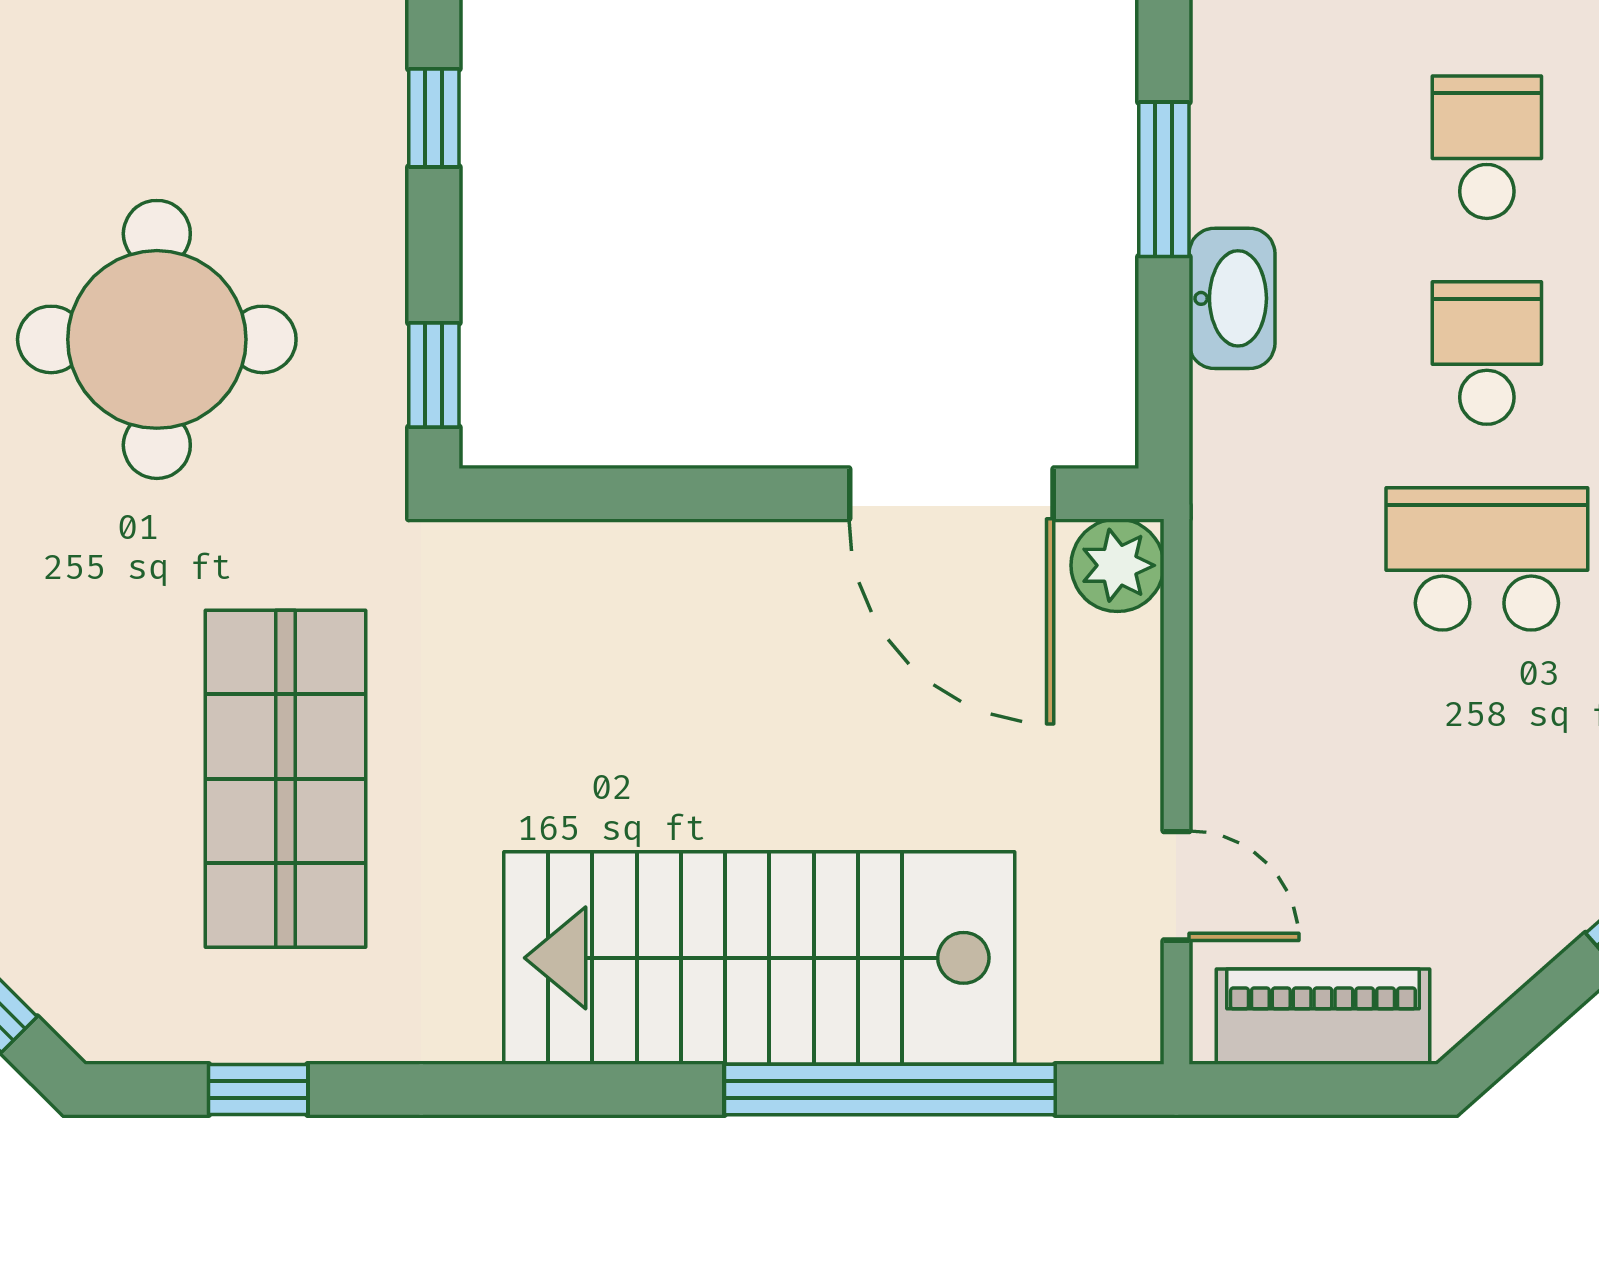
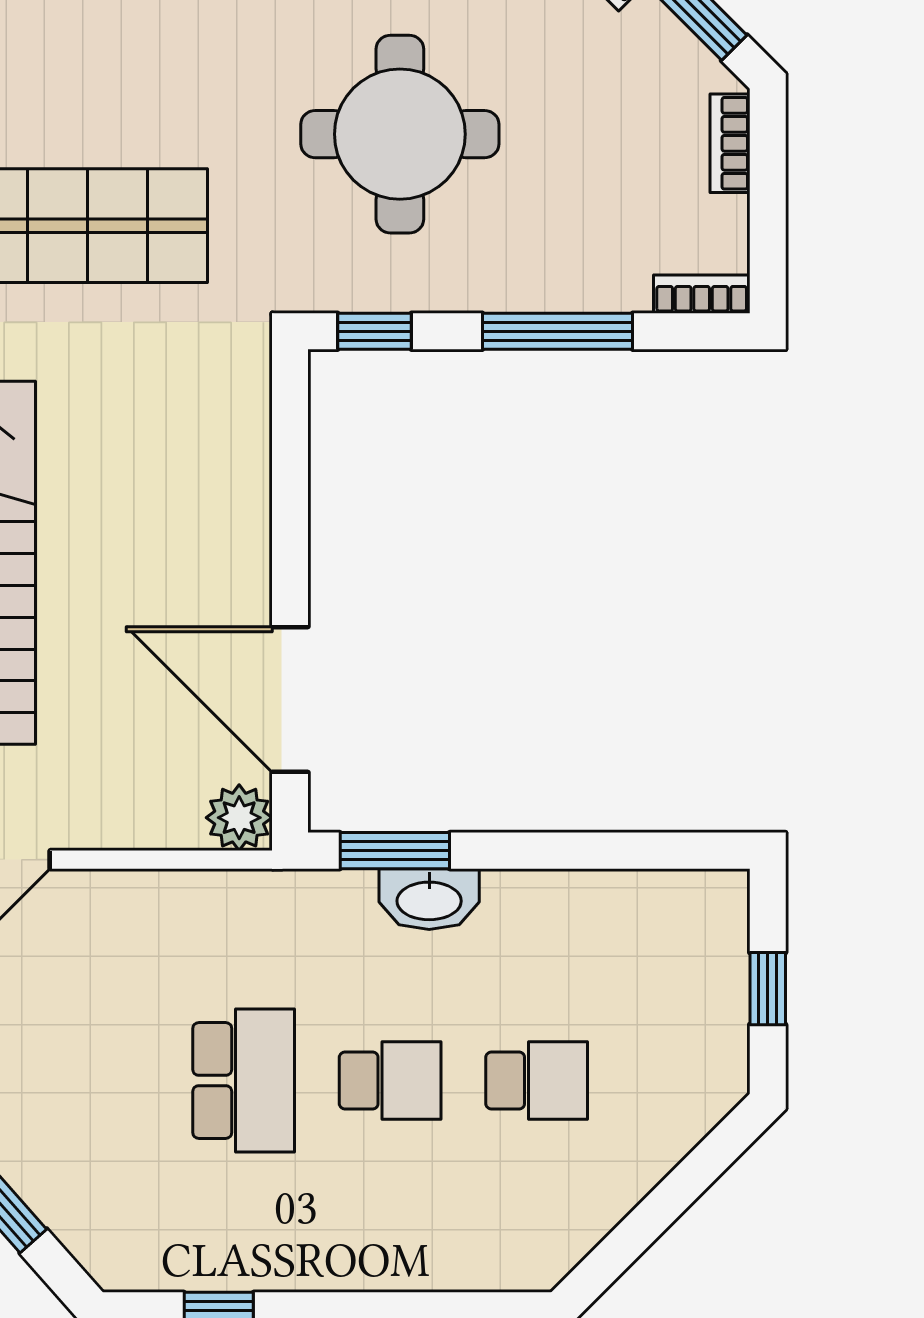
window: (434, 118) -> (557, 331), width x2.17
window: (1164, 179) -> (395, 851), moved
door: (951, 494) -> (290, 699), hinge flipped

